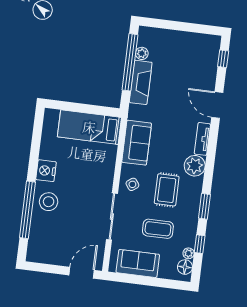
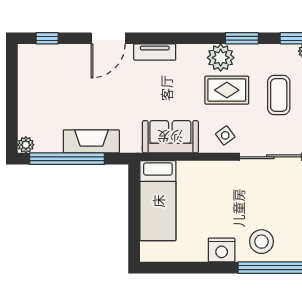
plant: (142, 53) -> (26, 145), moved
plant: (195, 166) -> (221, 58), moved

